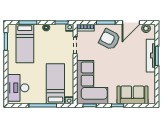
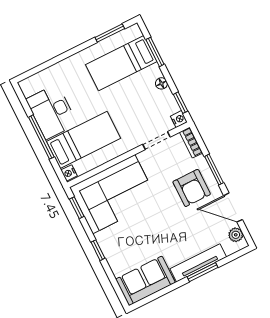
armchair: (110, 39) -> (192, 188), turned 153
desk: (18, 88) -> (52, 112), moved, turned -90
sofa: (132, 95) -> (145, 281), moved, turned -90

